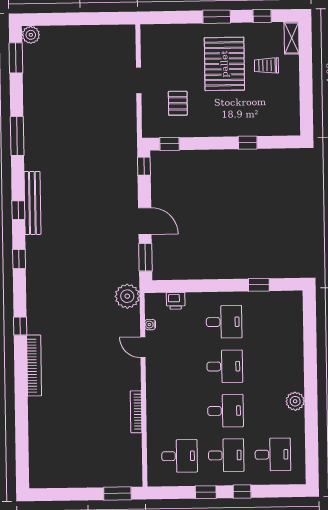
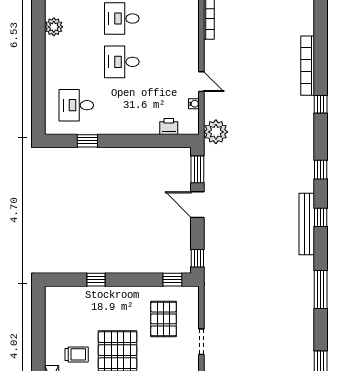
pallet: (178, 103) -> (164, 319), width x1.50, depth x1.42
desk: (224, 322) -> (76, 105), moved

